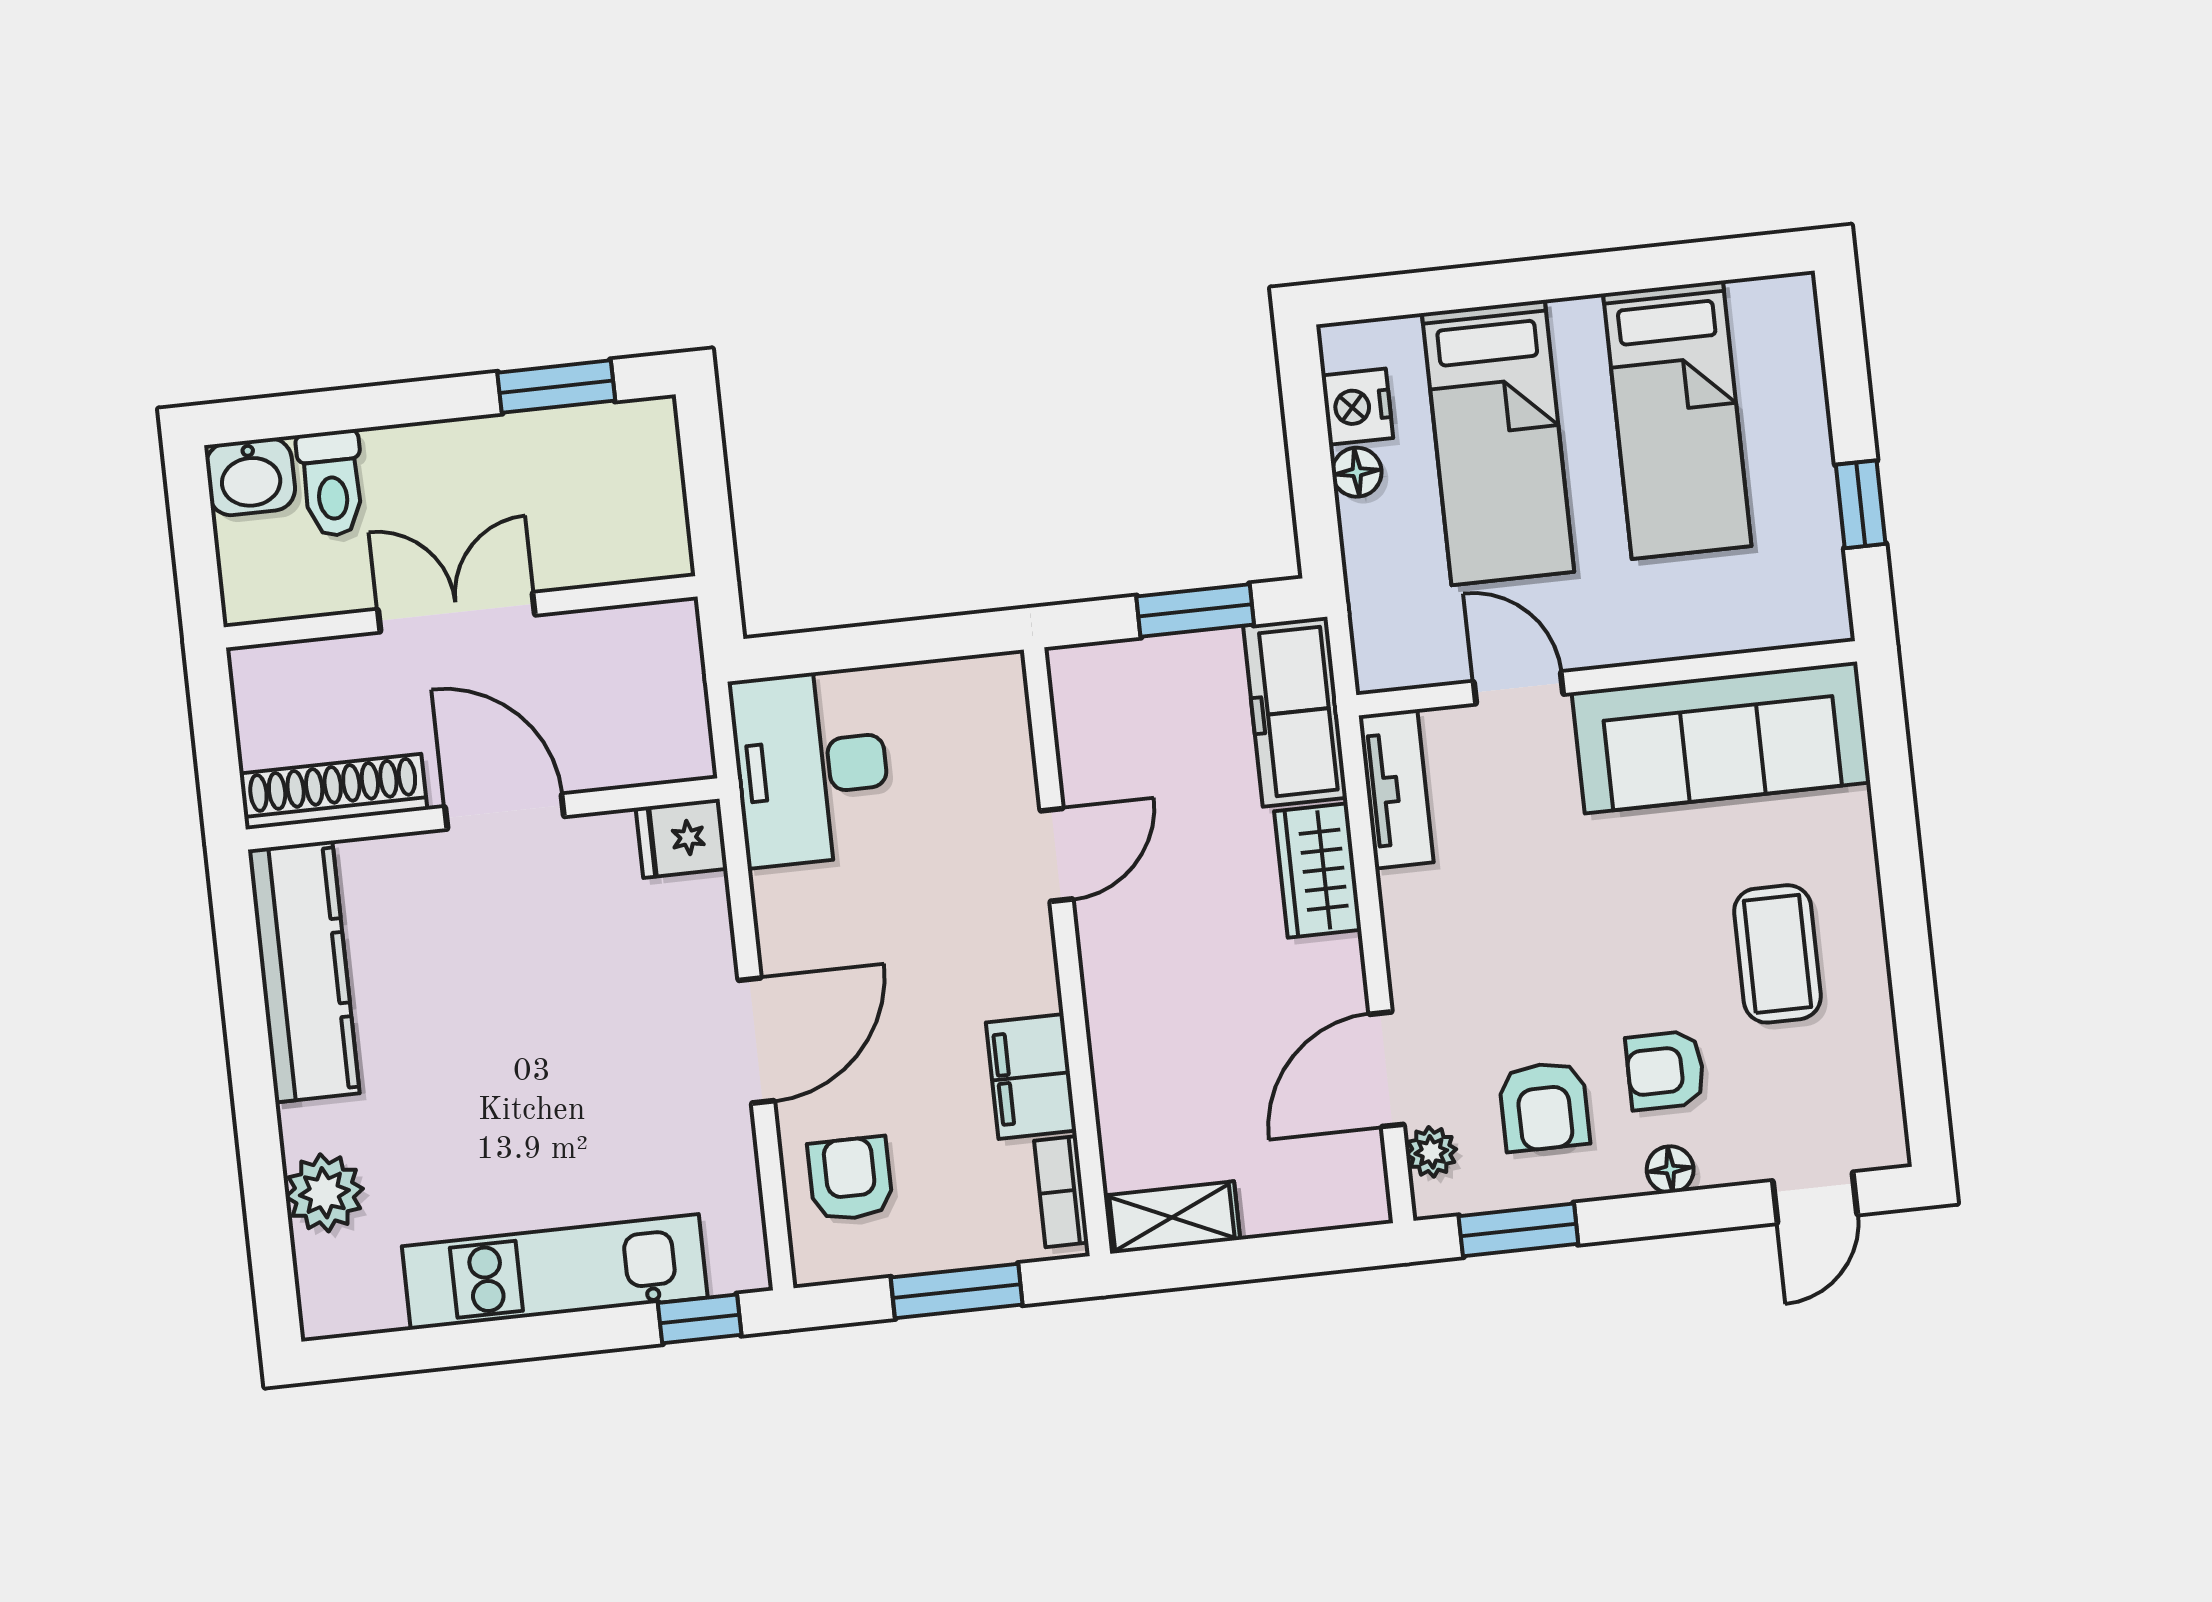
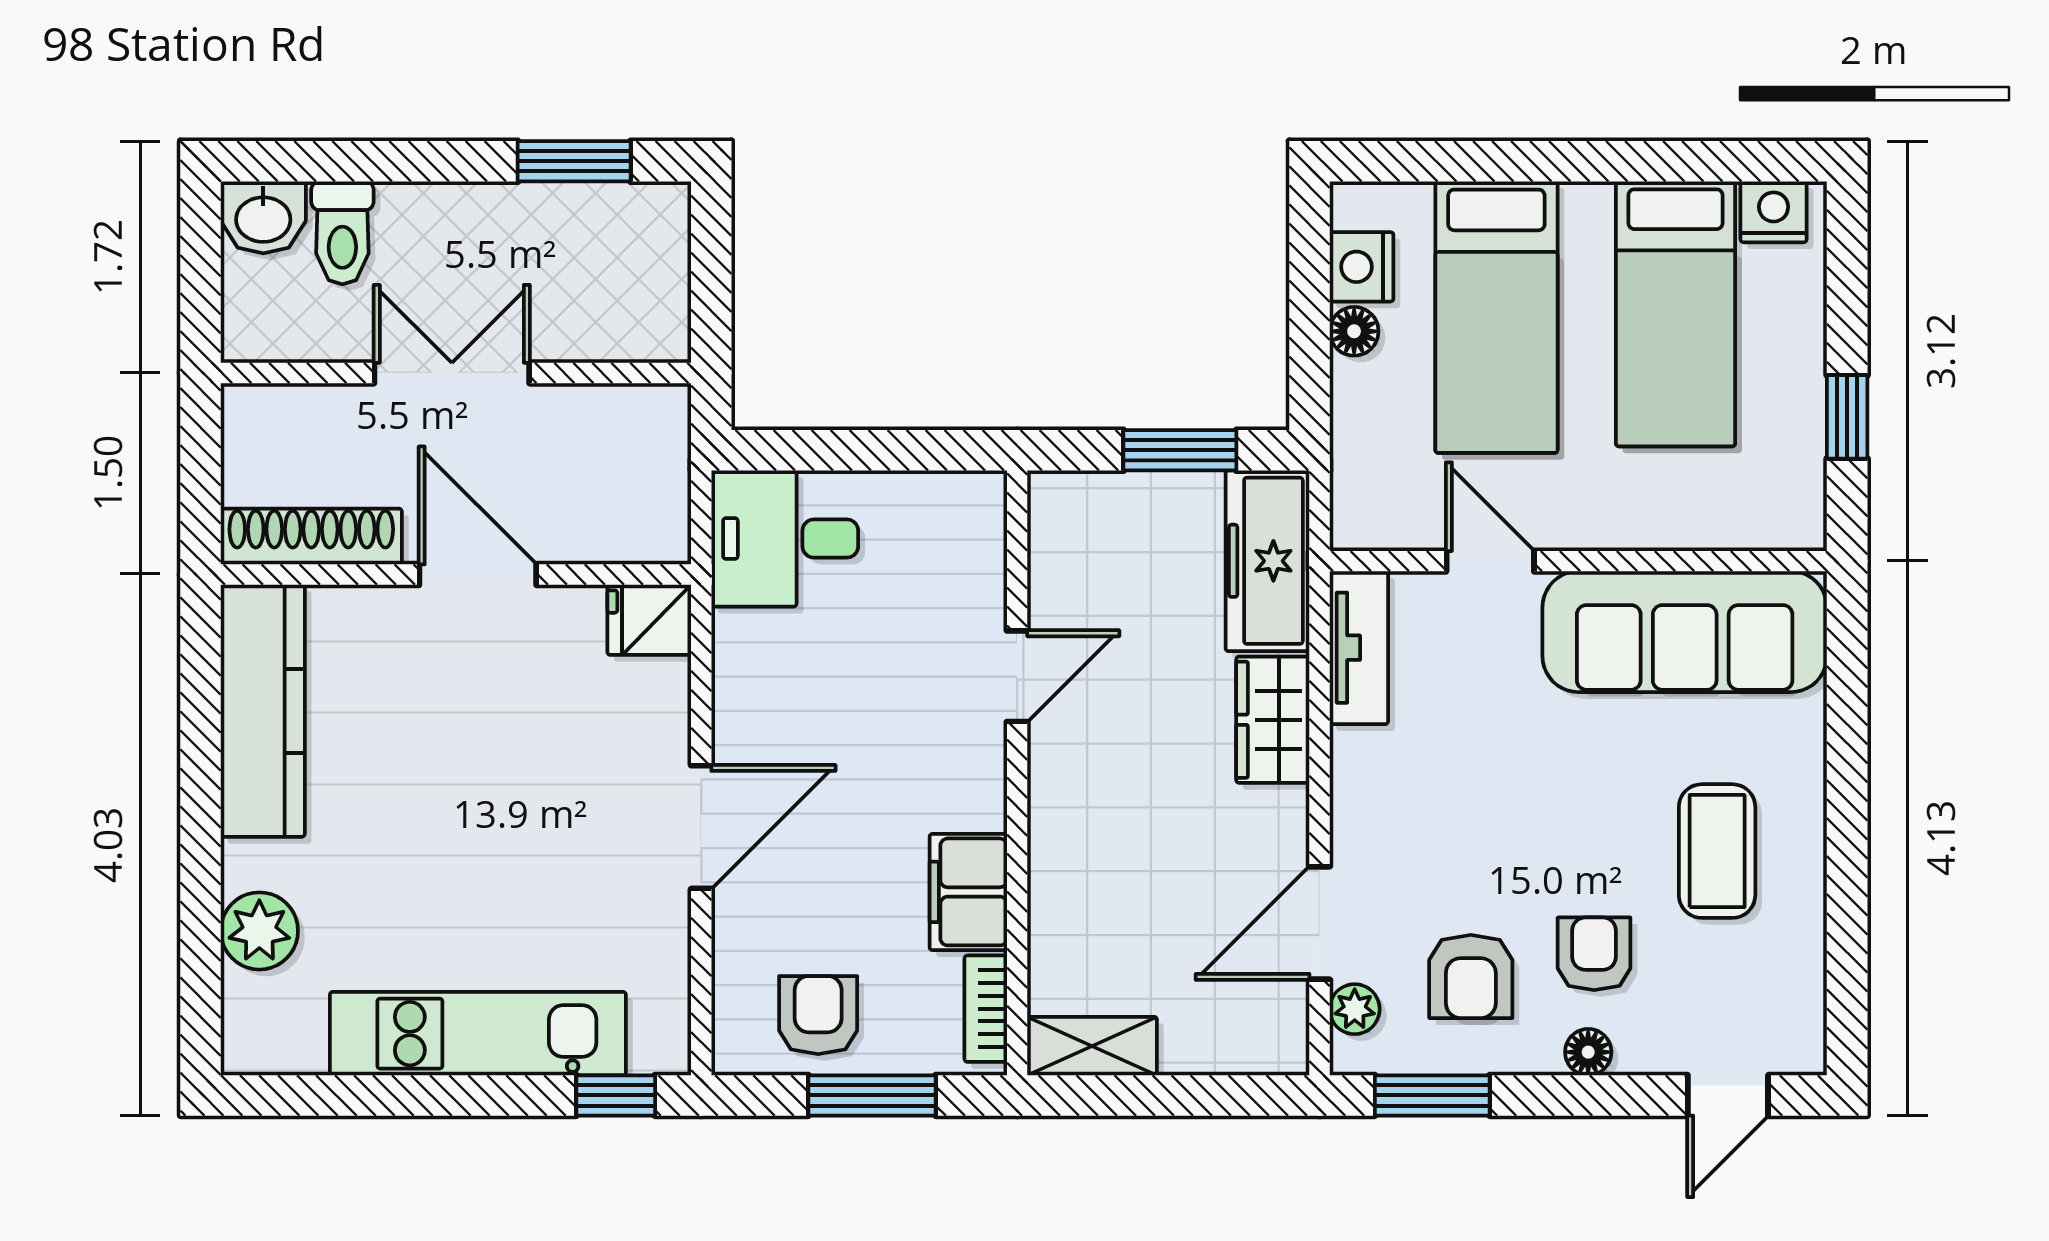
nightstand: (1764, 307) -> (1774, 212), added
desk: (811, 767) -> (785, 539), width x0.73
armchair: (1665, 1070) -> (1594, 954), turned 90
armchair: (850, 1179) -> (818, 1015), moved

